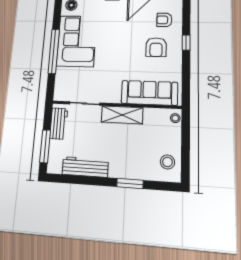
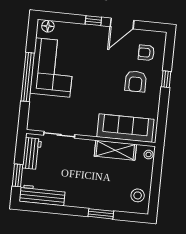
shelving: (122, 115) -> (115, 150), moved
window: (45, 146) -> (18, 175), width x0.69
workbench: (85, 167) -> (42, 195), moved

